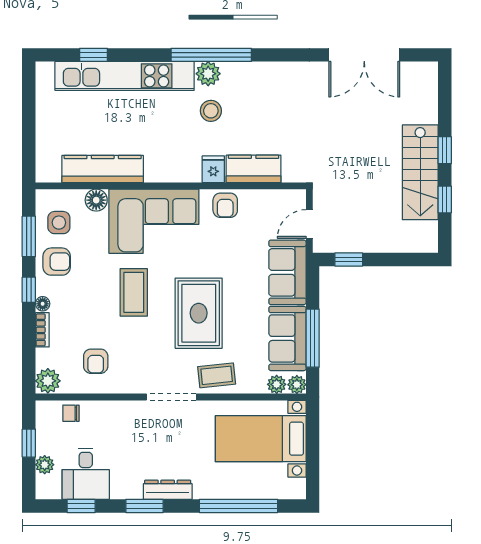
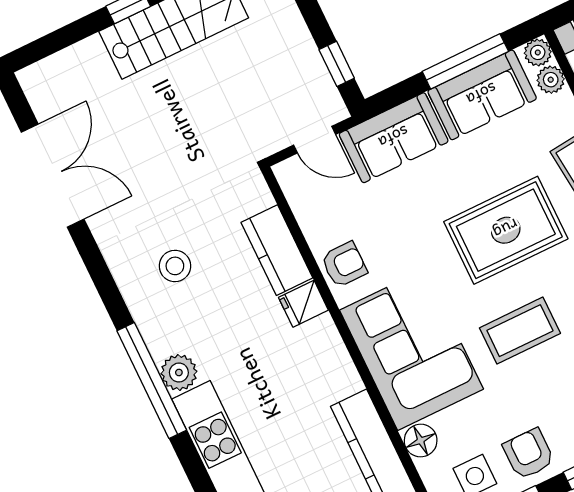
stool: (211, 111) -> (175, 266), moved

